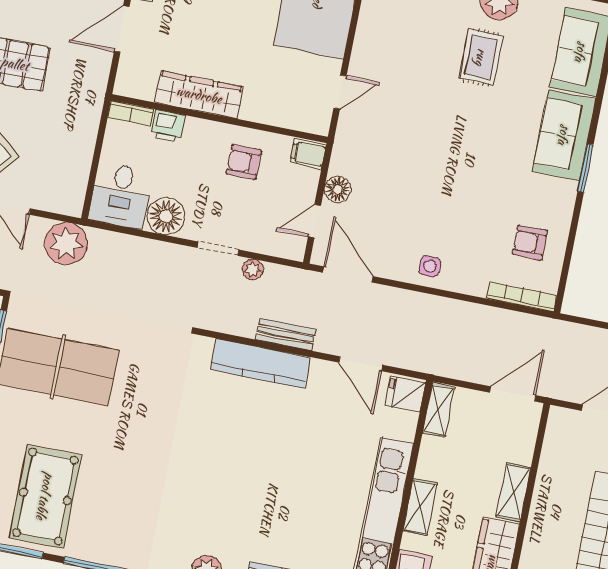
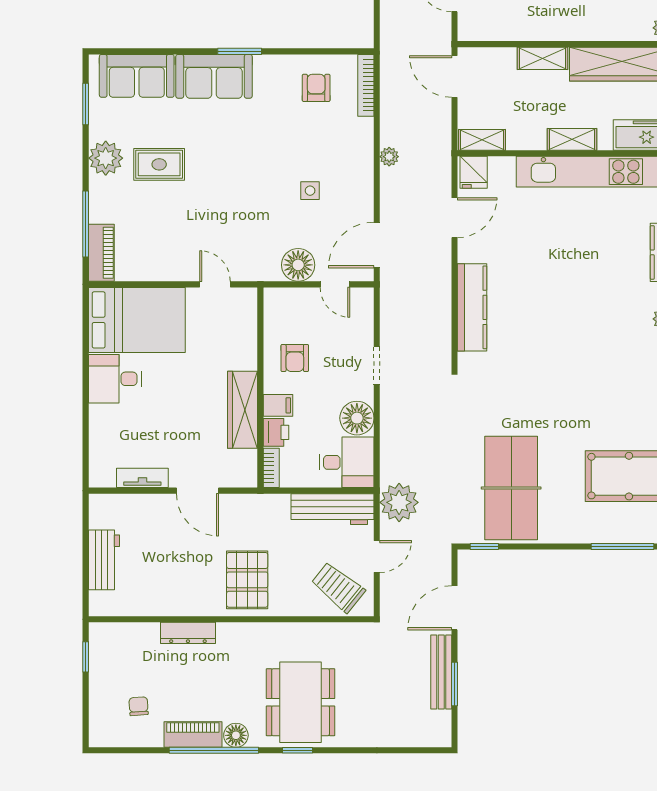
filing cabinet: (308, 154) -> (278, 405), moved, turned -90
workbench: (73, 170) -> (333, 509), added
floor lamp: (337, 189) -> (298, 265), width x1.38, depth x1.38
armchair: (530, 243) -> (316, 88), turned 180
side table: (430, 266) -> (310, 191), moved
plant: (253, 269) -> (389, 157), moved
bench: (286, 334) -> (442, 290), removed

